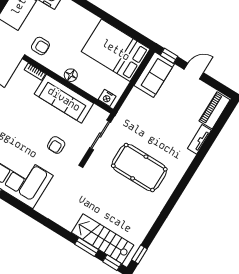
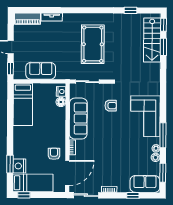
bed: (116, 50) -> (23, 104), width x0.67
floor lamp: (71, 75) -> (61, 102), moved
sofa: (154, 75) -> (41, 71), moved
window: (139, 254) -> (131, 10), moved

